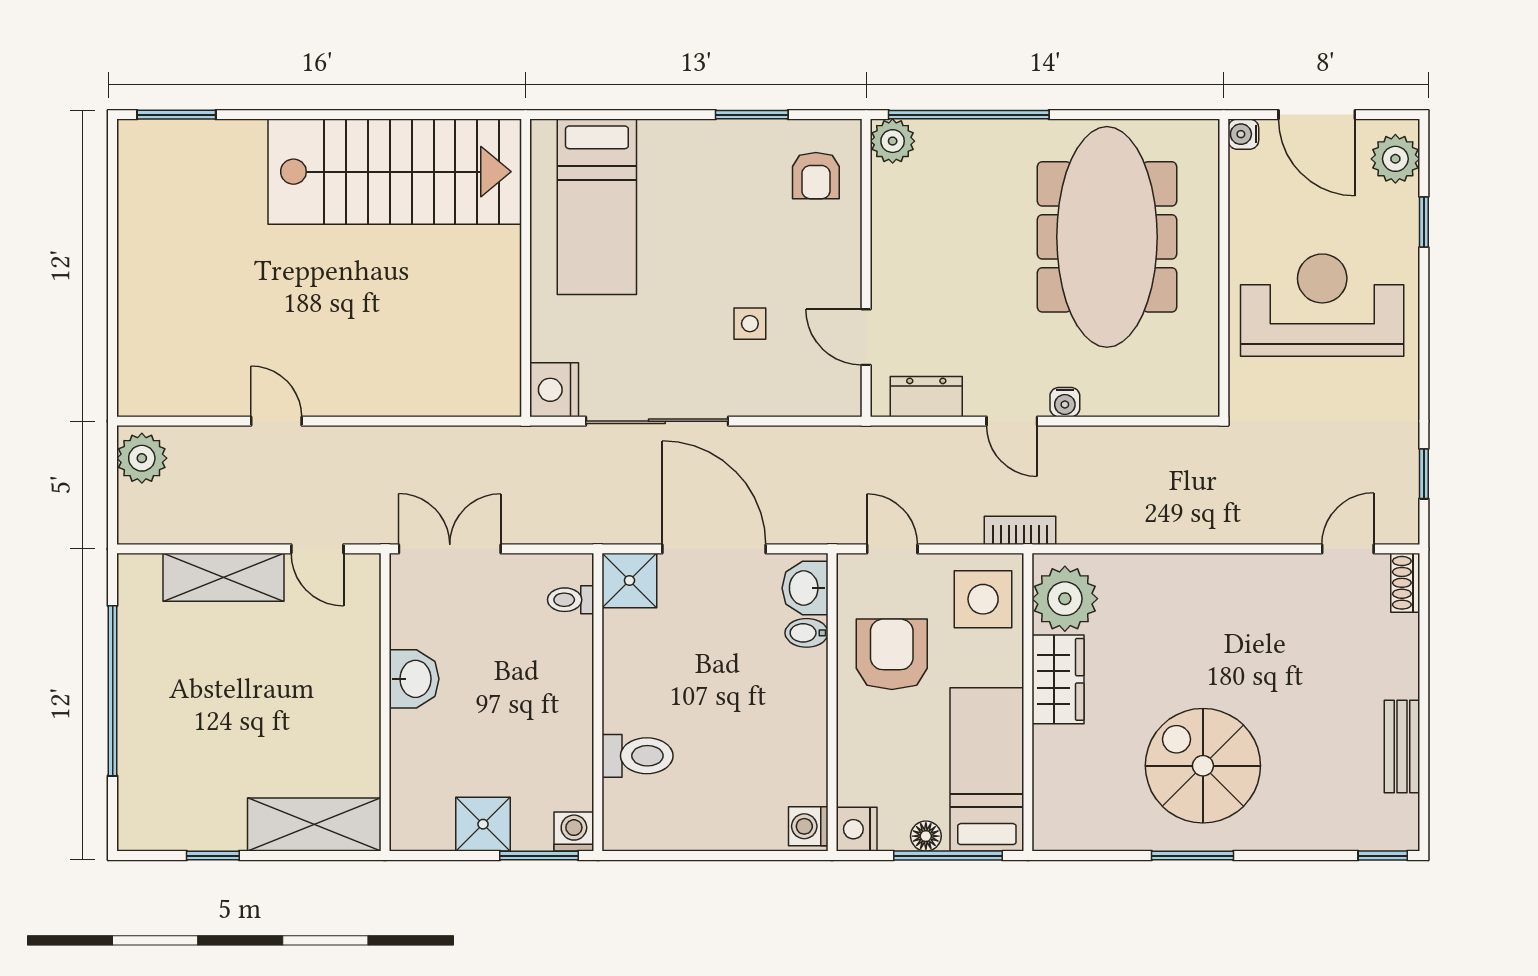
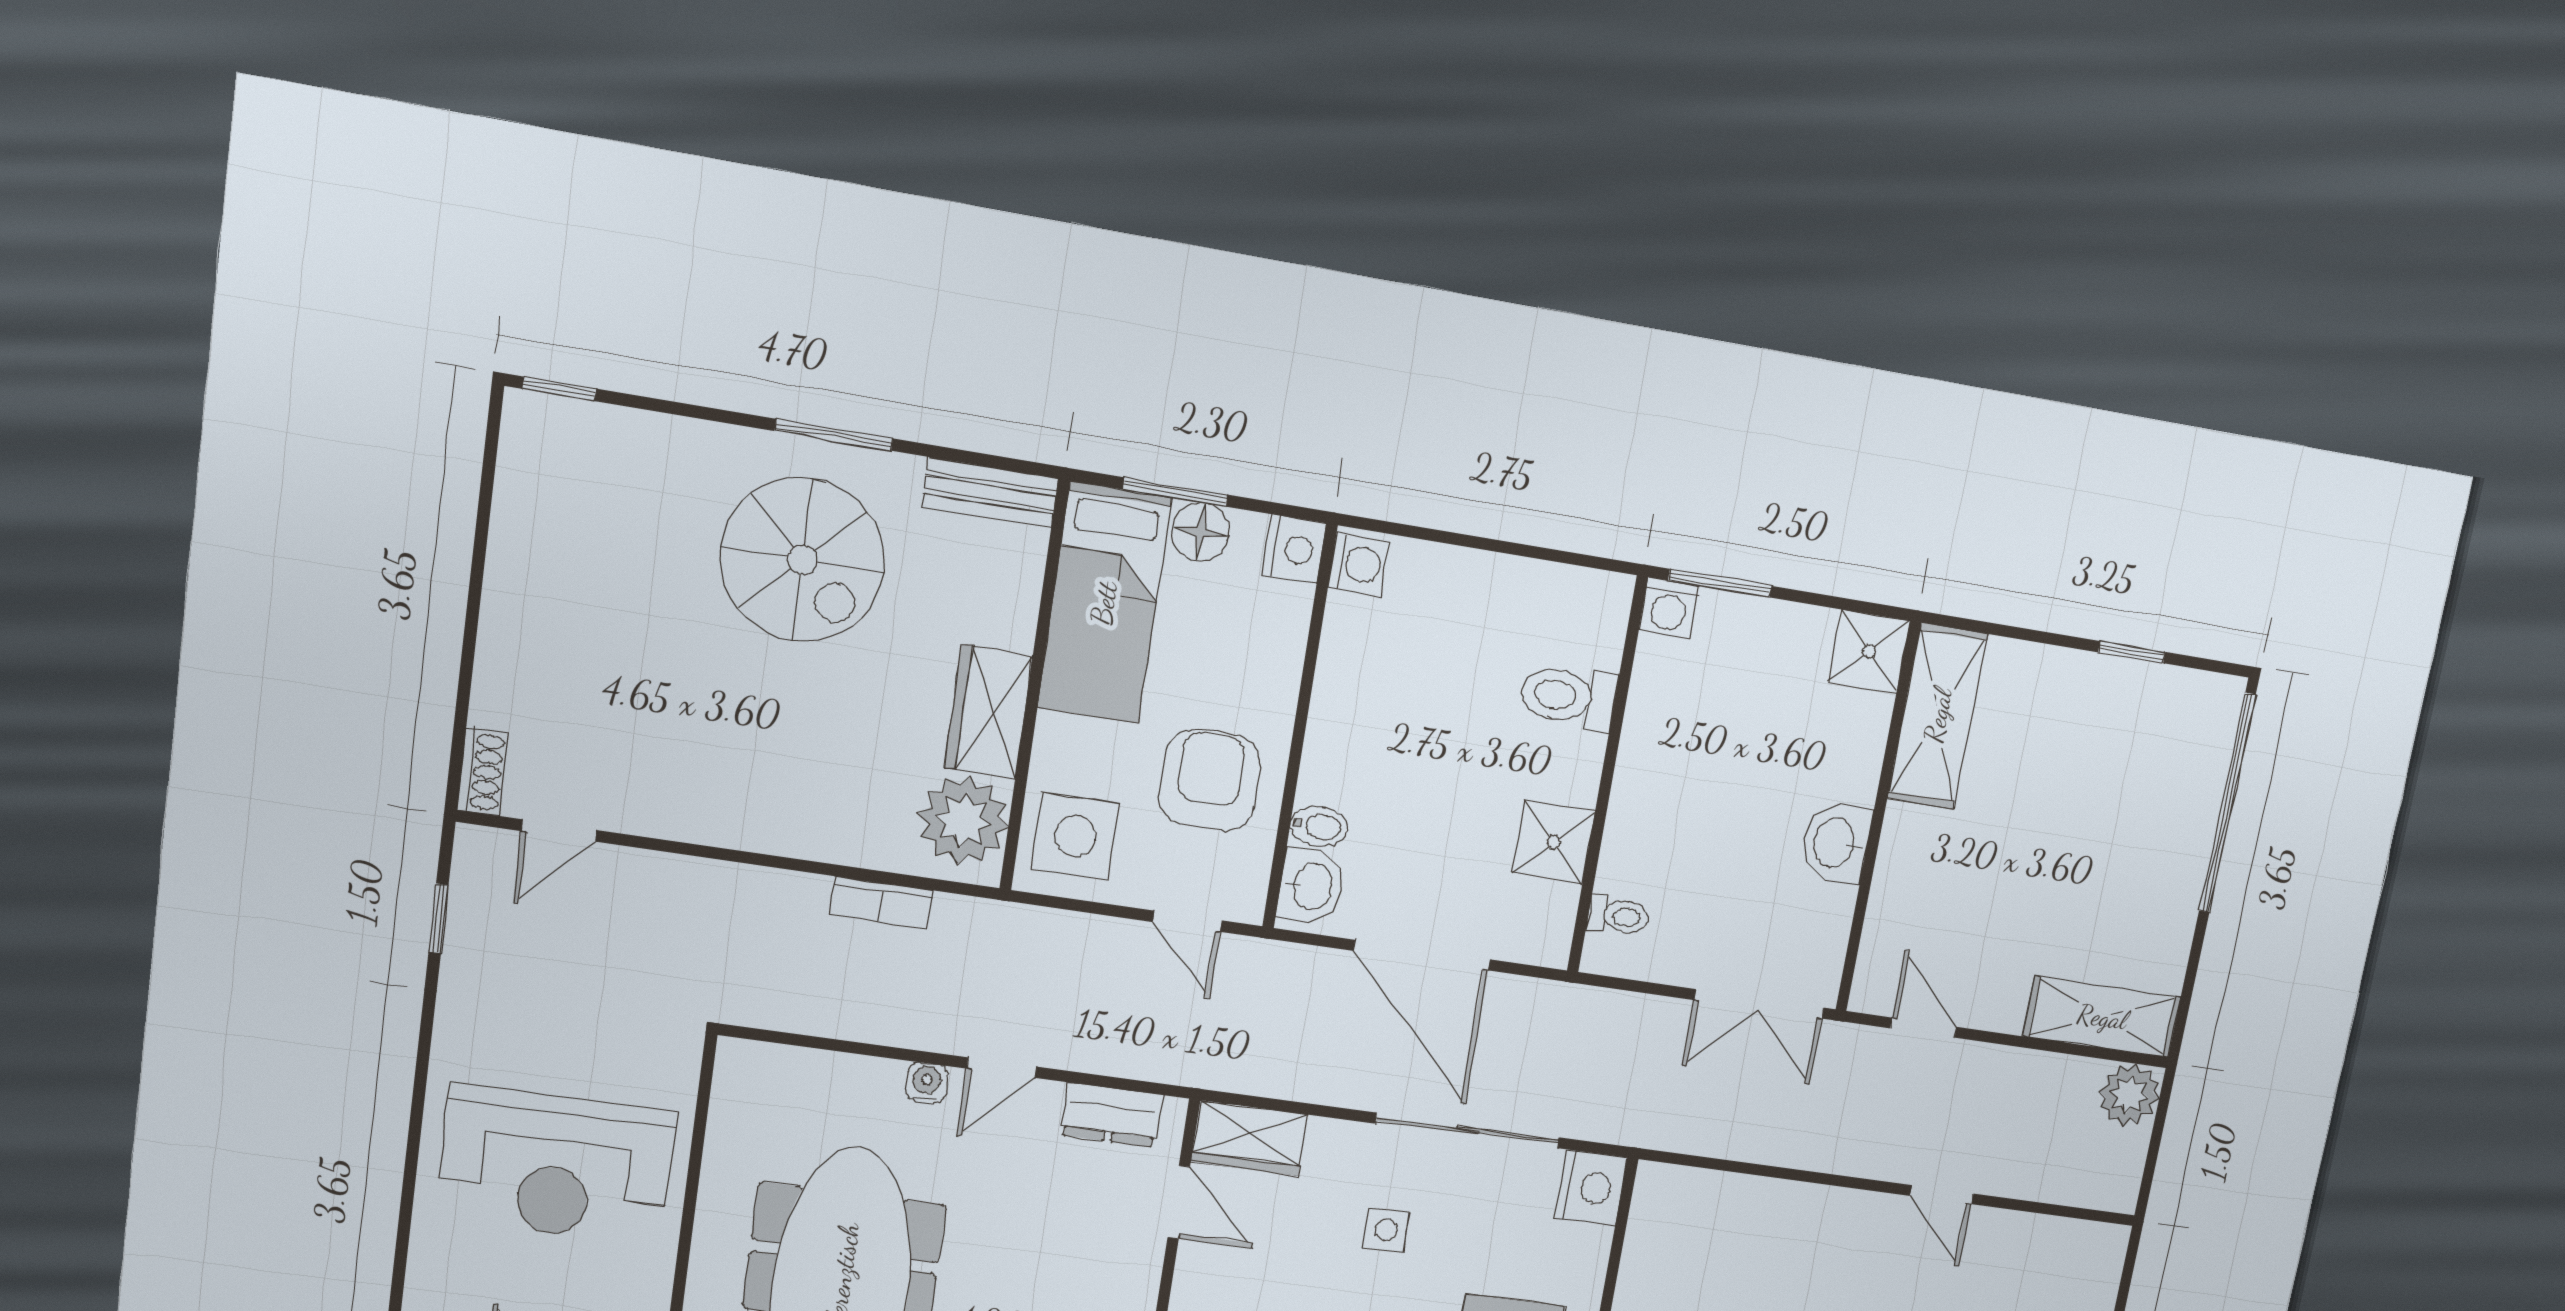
window: (1424, 222) -> (401, 1257), removed
side table: (750, 324) -> (1386, 1230), moved
wardrobe: (821, 393) -> (1250, 1138), added
door: (1012, 421) -> (1002, 1068), swing flipped
plant: (142, 458) -> (2129, 1095), moved
bookcase: (1020, 530) -> (881, 902), moved
shelving: (224, 577) -> (2102, 1017), moved
shower: (629, 580) -> (1554, 842), moved
armchair: (892, 654) -> (1210, 780), turned 180
window: (113, 691) -> (2227, 803), moved
bench: (1402, 746) -> (990, 493), moved, turned 90
shower: (483, 824) -> (1869, 651), moved
shelving: (314, 825) -> (1938, 716), moved, turned 90
floor lamp: (926, 836) -> (1200, 532), width x1.37, depth x1.37
window: (948, 856) -> (1175, 492), width x0.69

